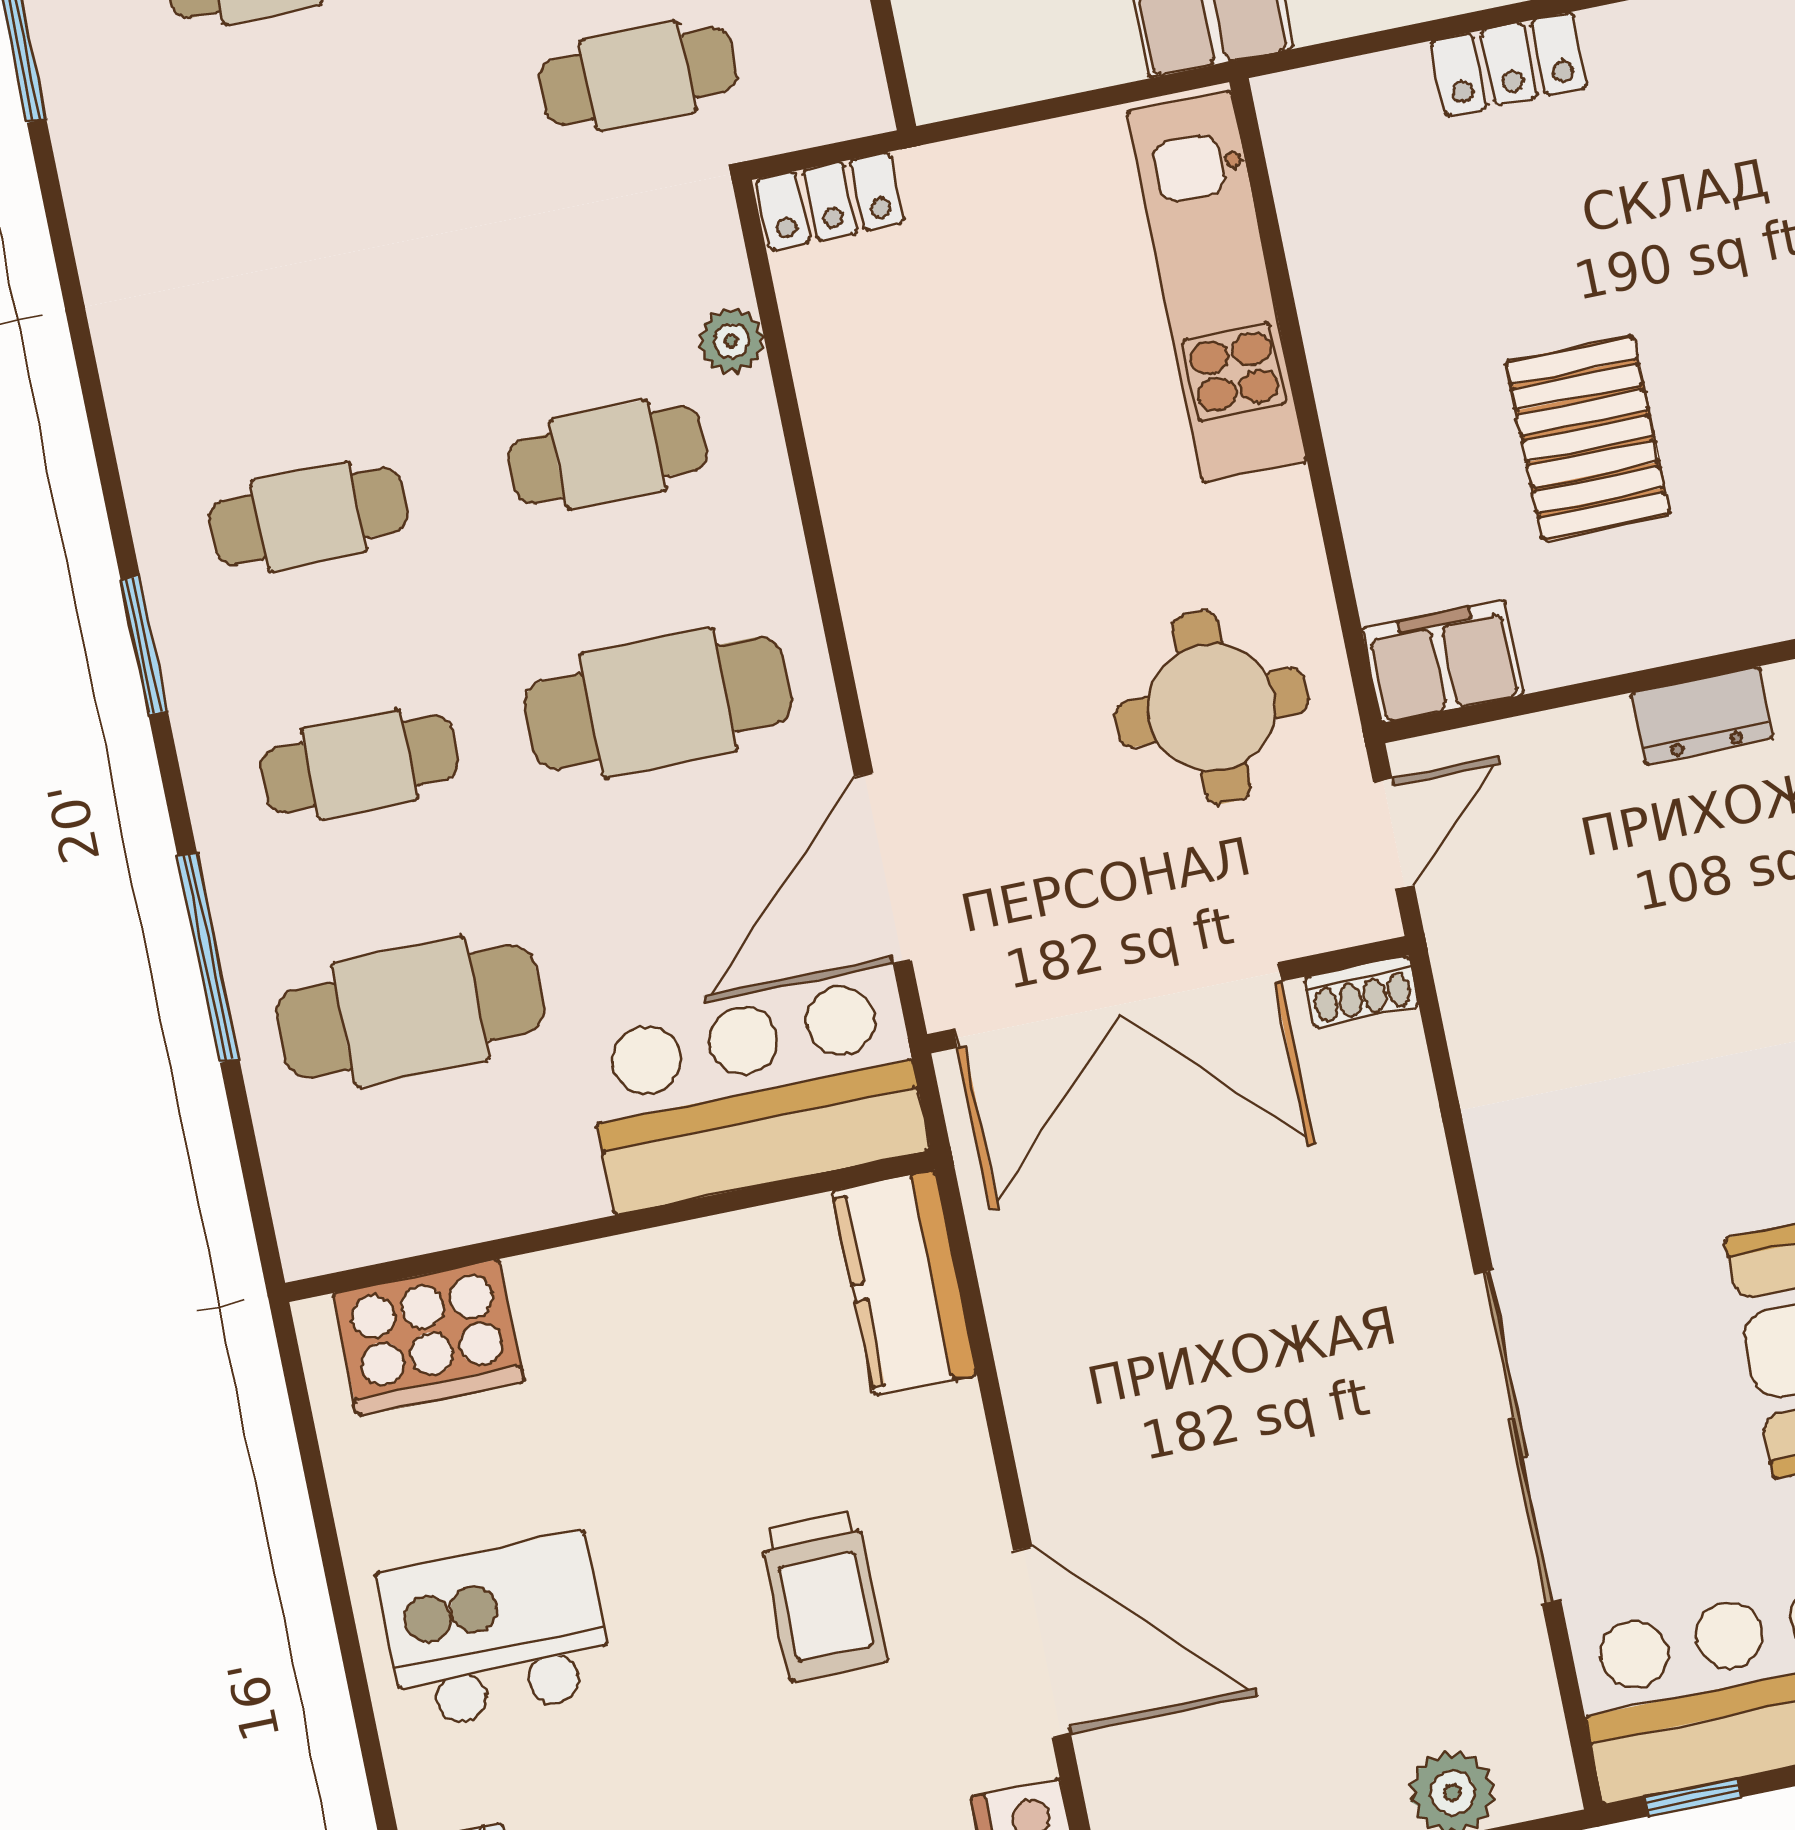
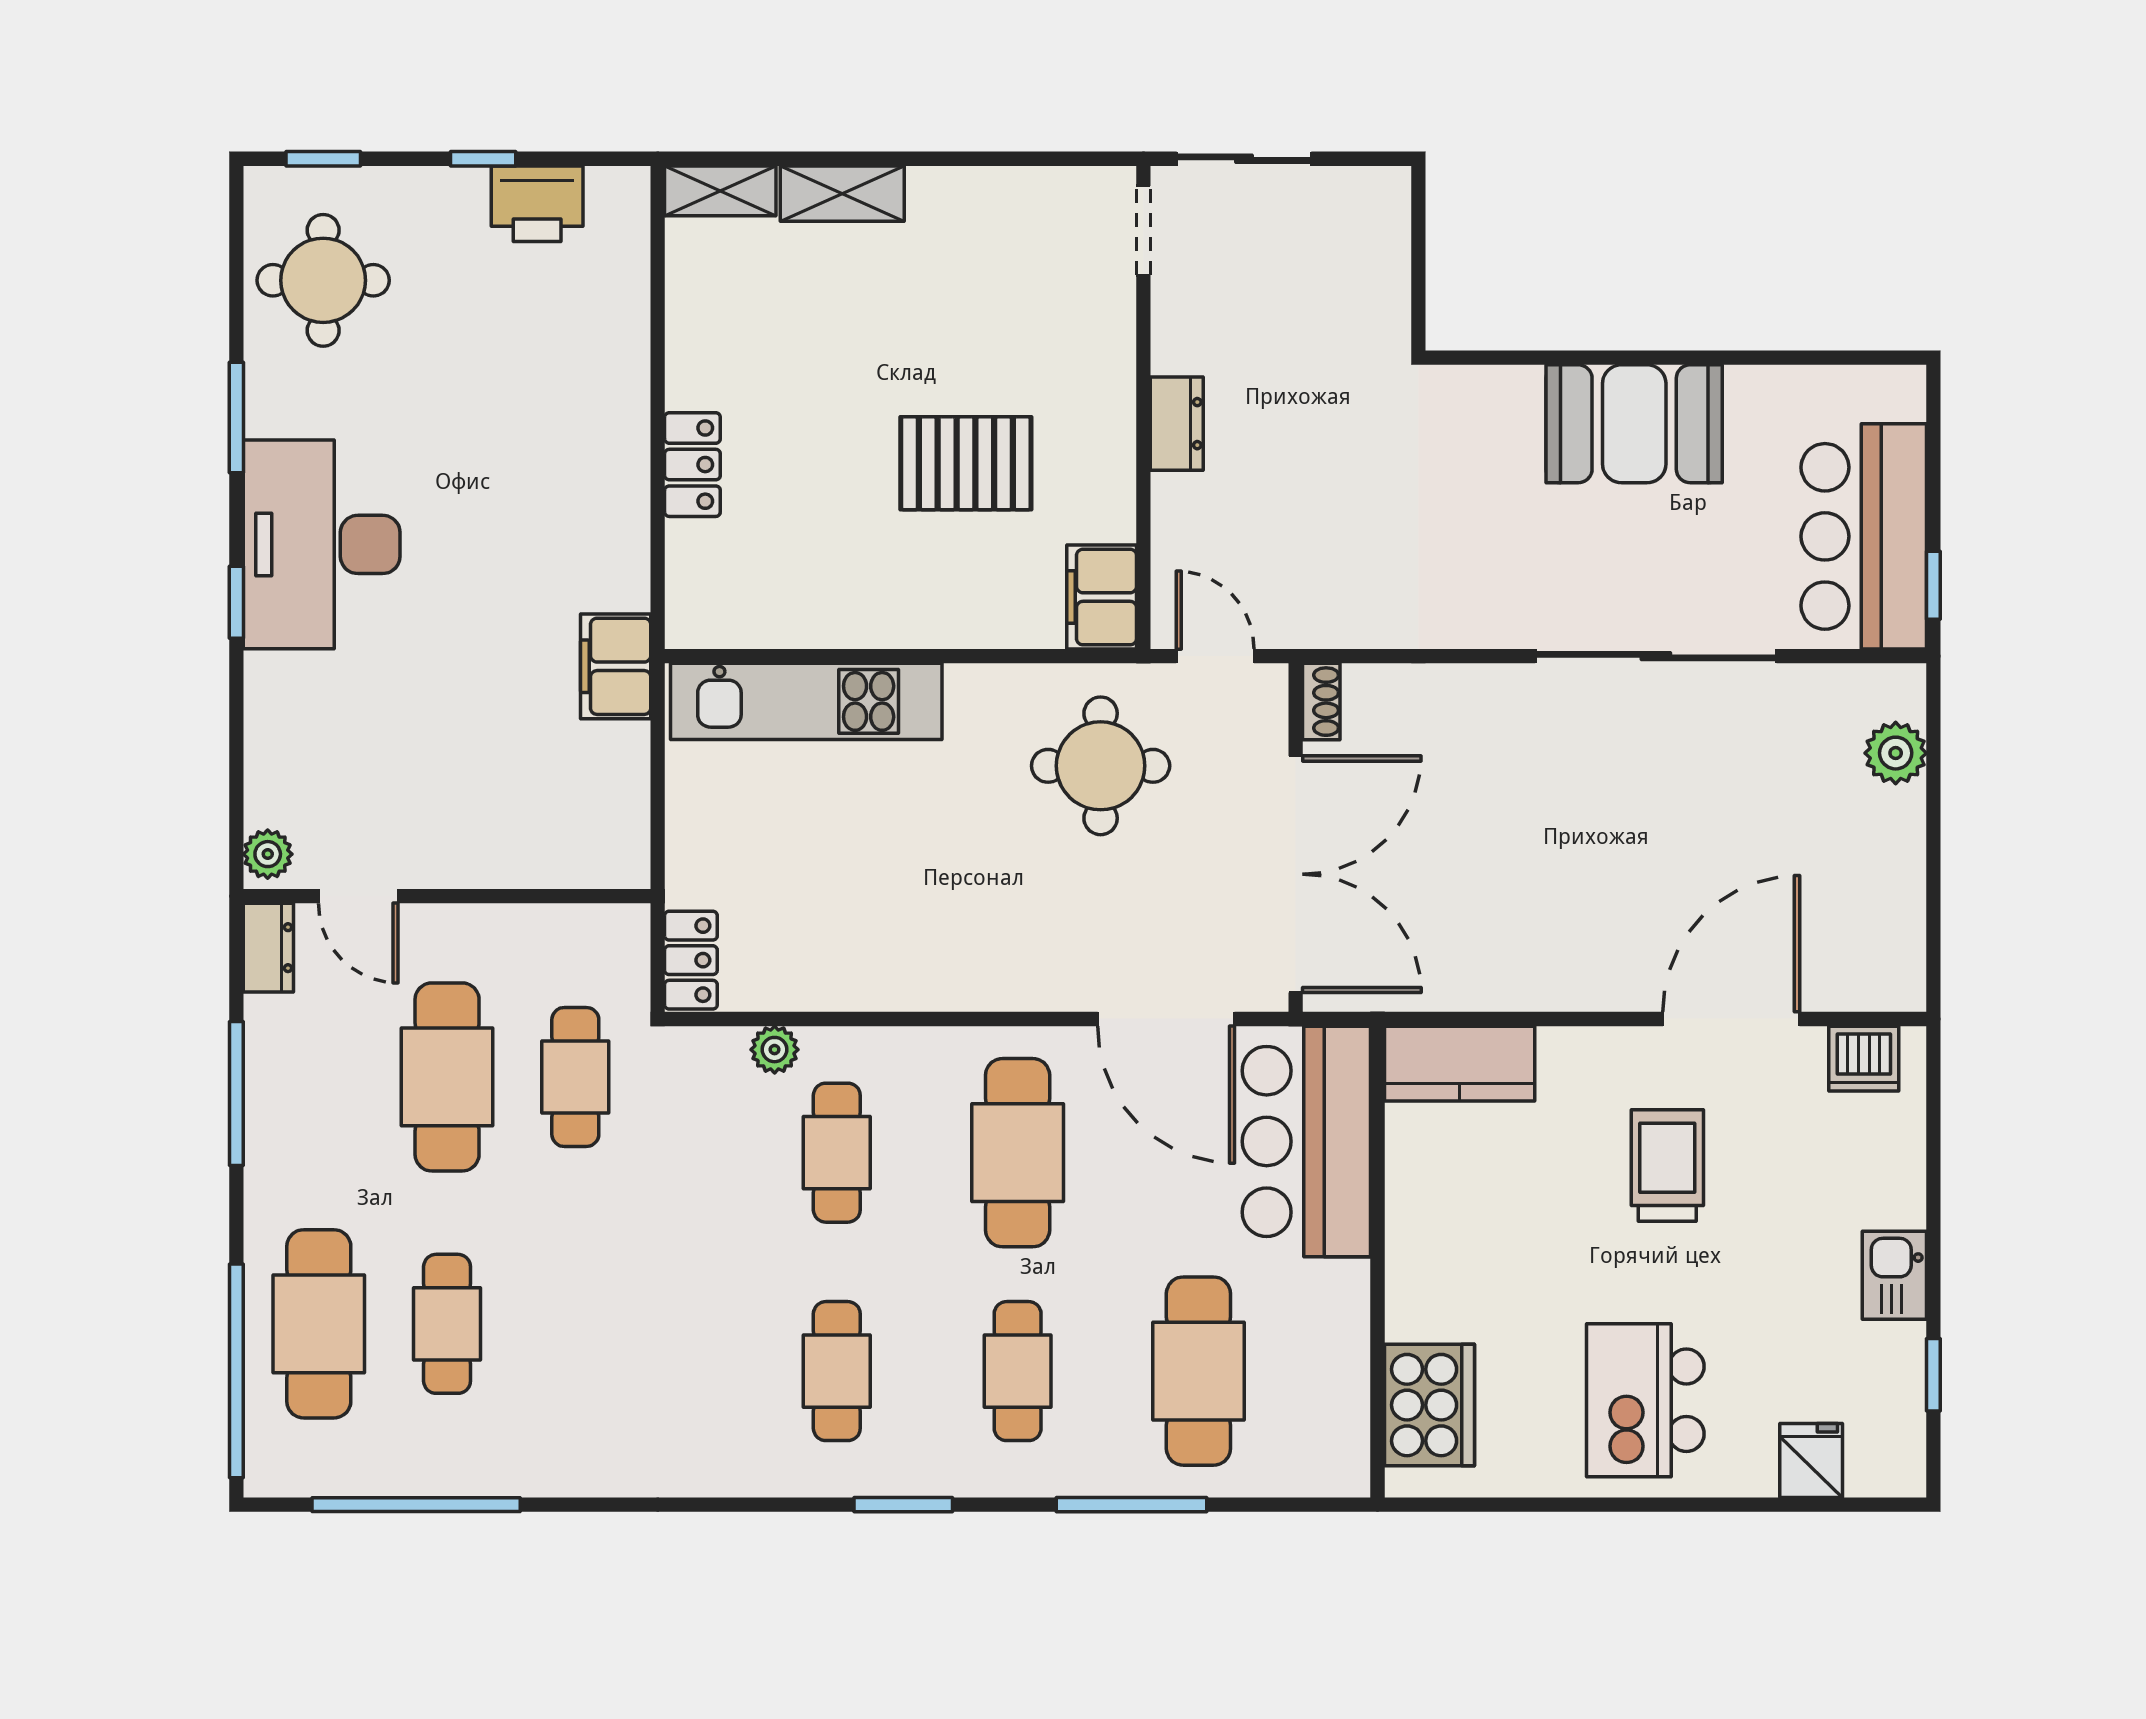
trolley: (823, 1596) -> (1667, 1165), turned -90

